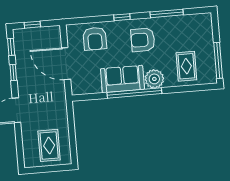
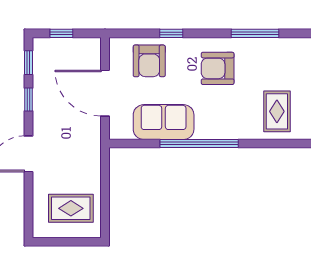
window: (122, 17) -> (171, 33), moved
sofa: (122, 79) -> (164, 122), moved
plant: (154, 79) -> (230, 126), removed
rug: (49, 145) -> (71, 208), turned 90

